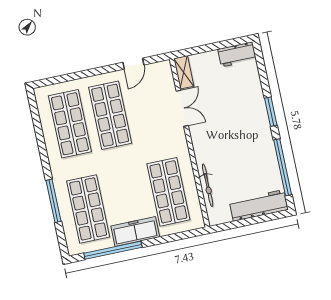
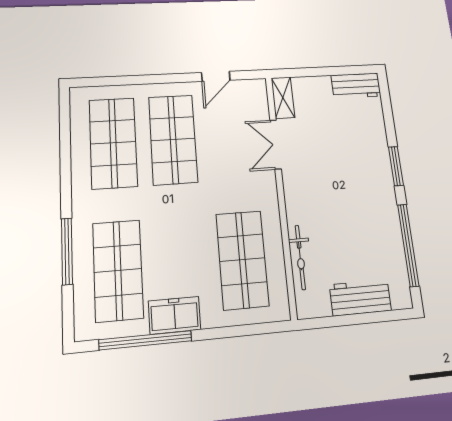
double door: (182, 108) -> (276, 144), swing flipped
workbench: (259, 205) -> (360, 298), width x0.73
freezer: (135, 232) -> (174, 315), width x0.71

